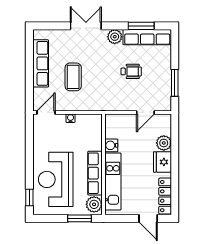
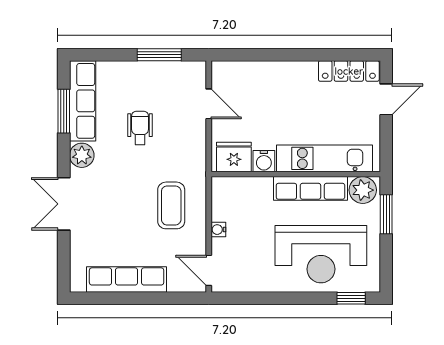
coffee table: (73, 77) -> (171, 205), moved, turned 90
plant: (164, 143) -> (260, 73), removed
fridge: (162, 162) -> (234, 157), moved, turned 180

